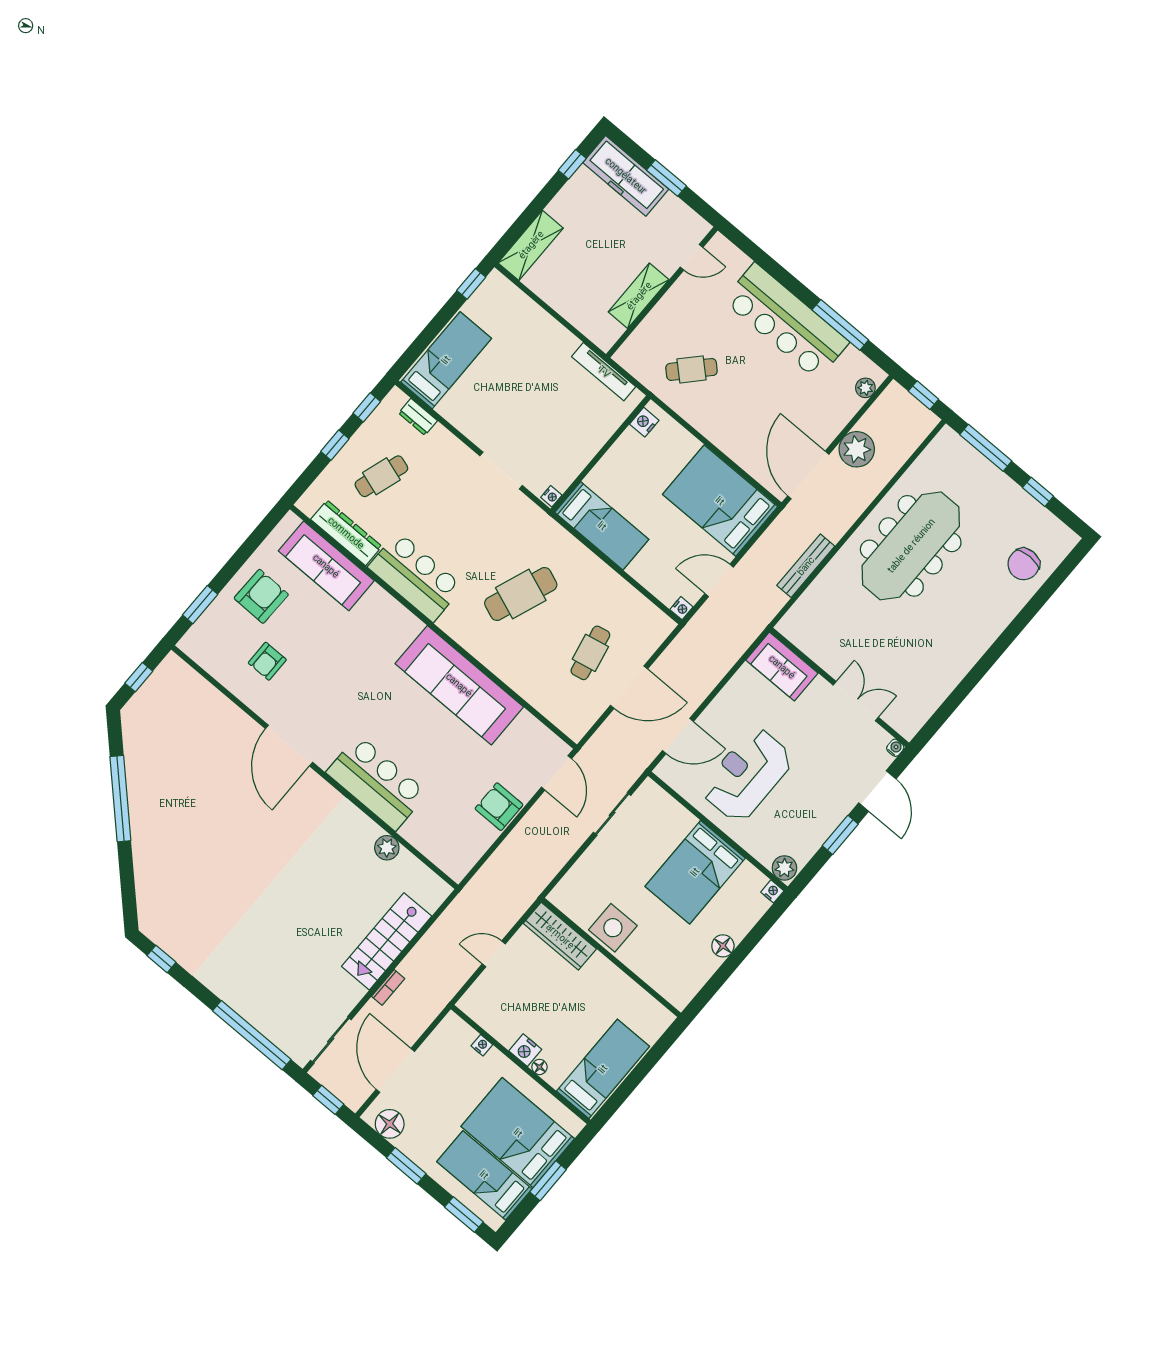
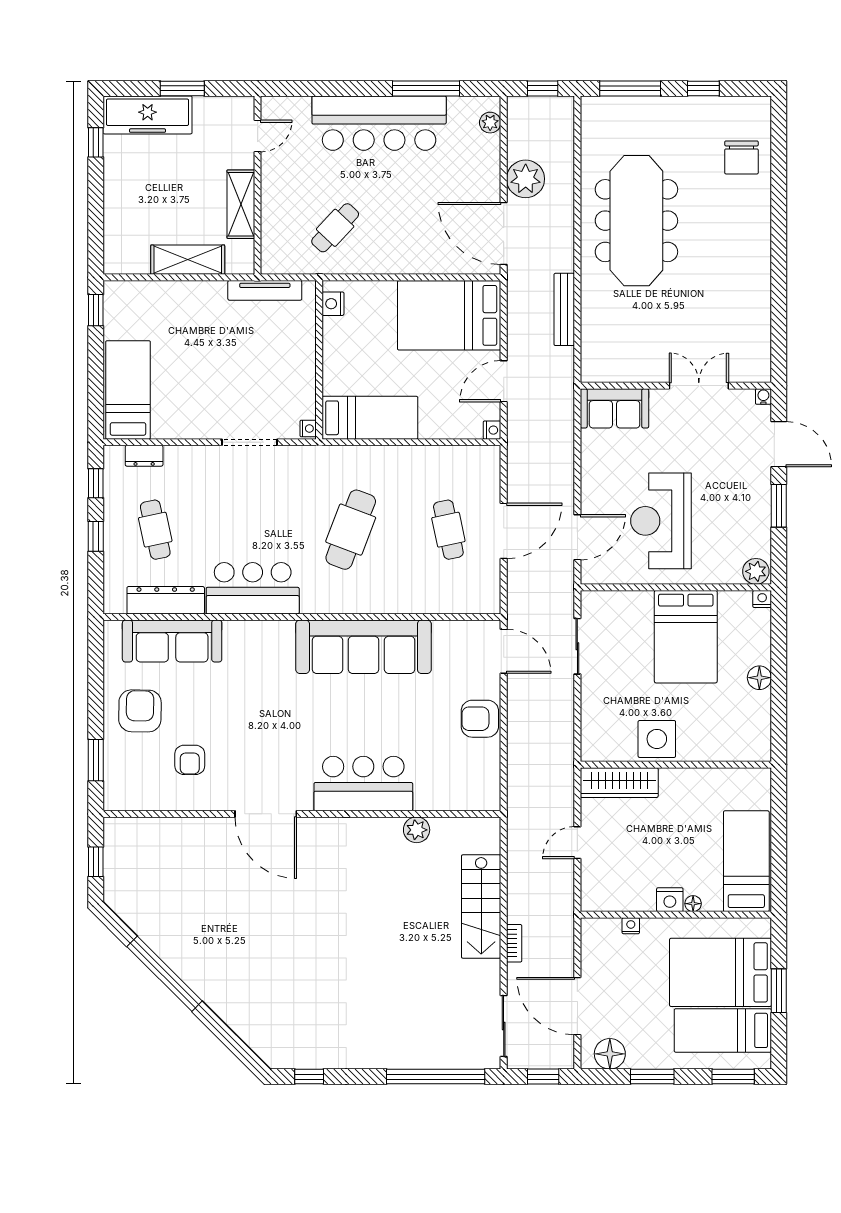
shelving: (531, 245) -> (188, 260), moved, turned 90
cafe table: (381, 476) -> (155, 530), turned -30

